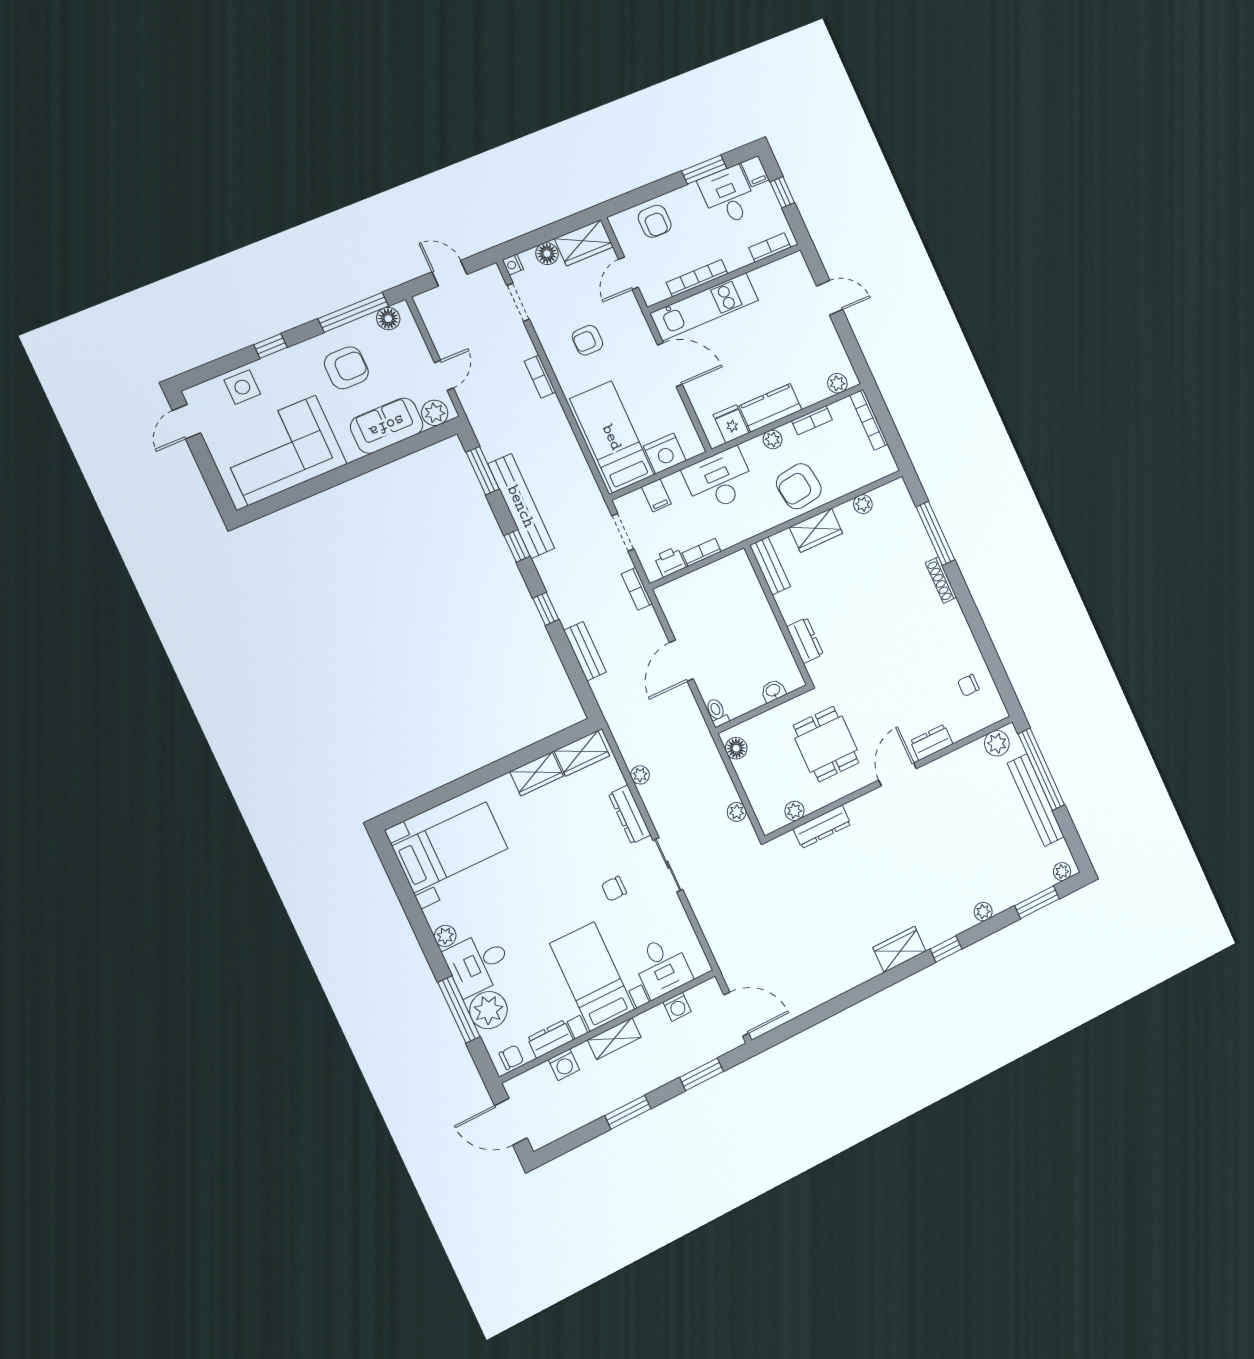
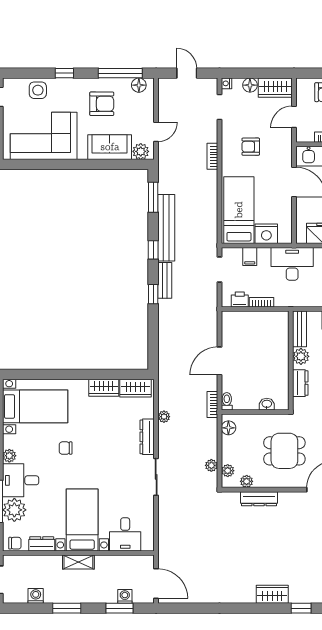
bookcase: (637, 589) -> (212, 405), moved
plant: (789, 603) -> (301, 356), added
bench: (585, 651) -> (165, 280), moved
dining table: (826, 744) -> (284, 451), turned 90
plant: (762, 808) -> (228, 471), added
chair: (614, 889) -> (66, 448), moved
washing machine: (677, 1007) -> (125, 596), moved, turned 180
washing machine: (564, 1065) -> (36, 596), moved, turned 180

